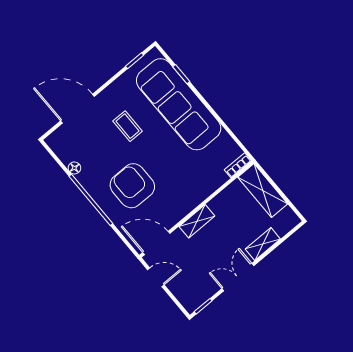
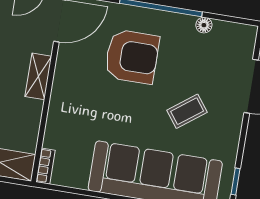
coffee table: (128, 126) -> (187, 111), turned -37

